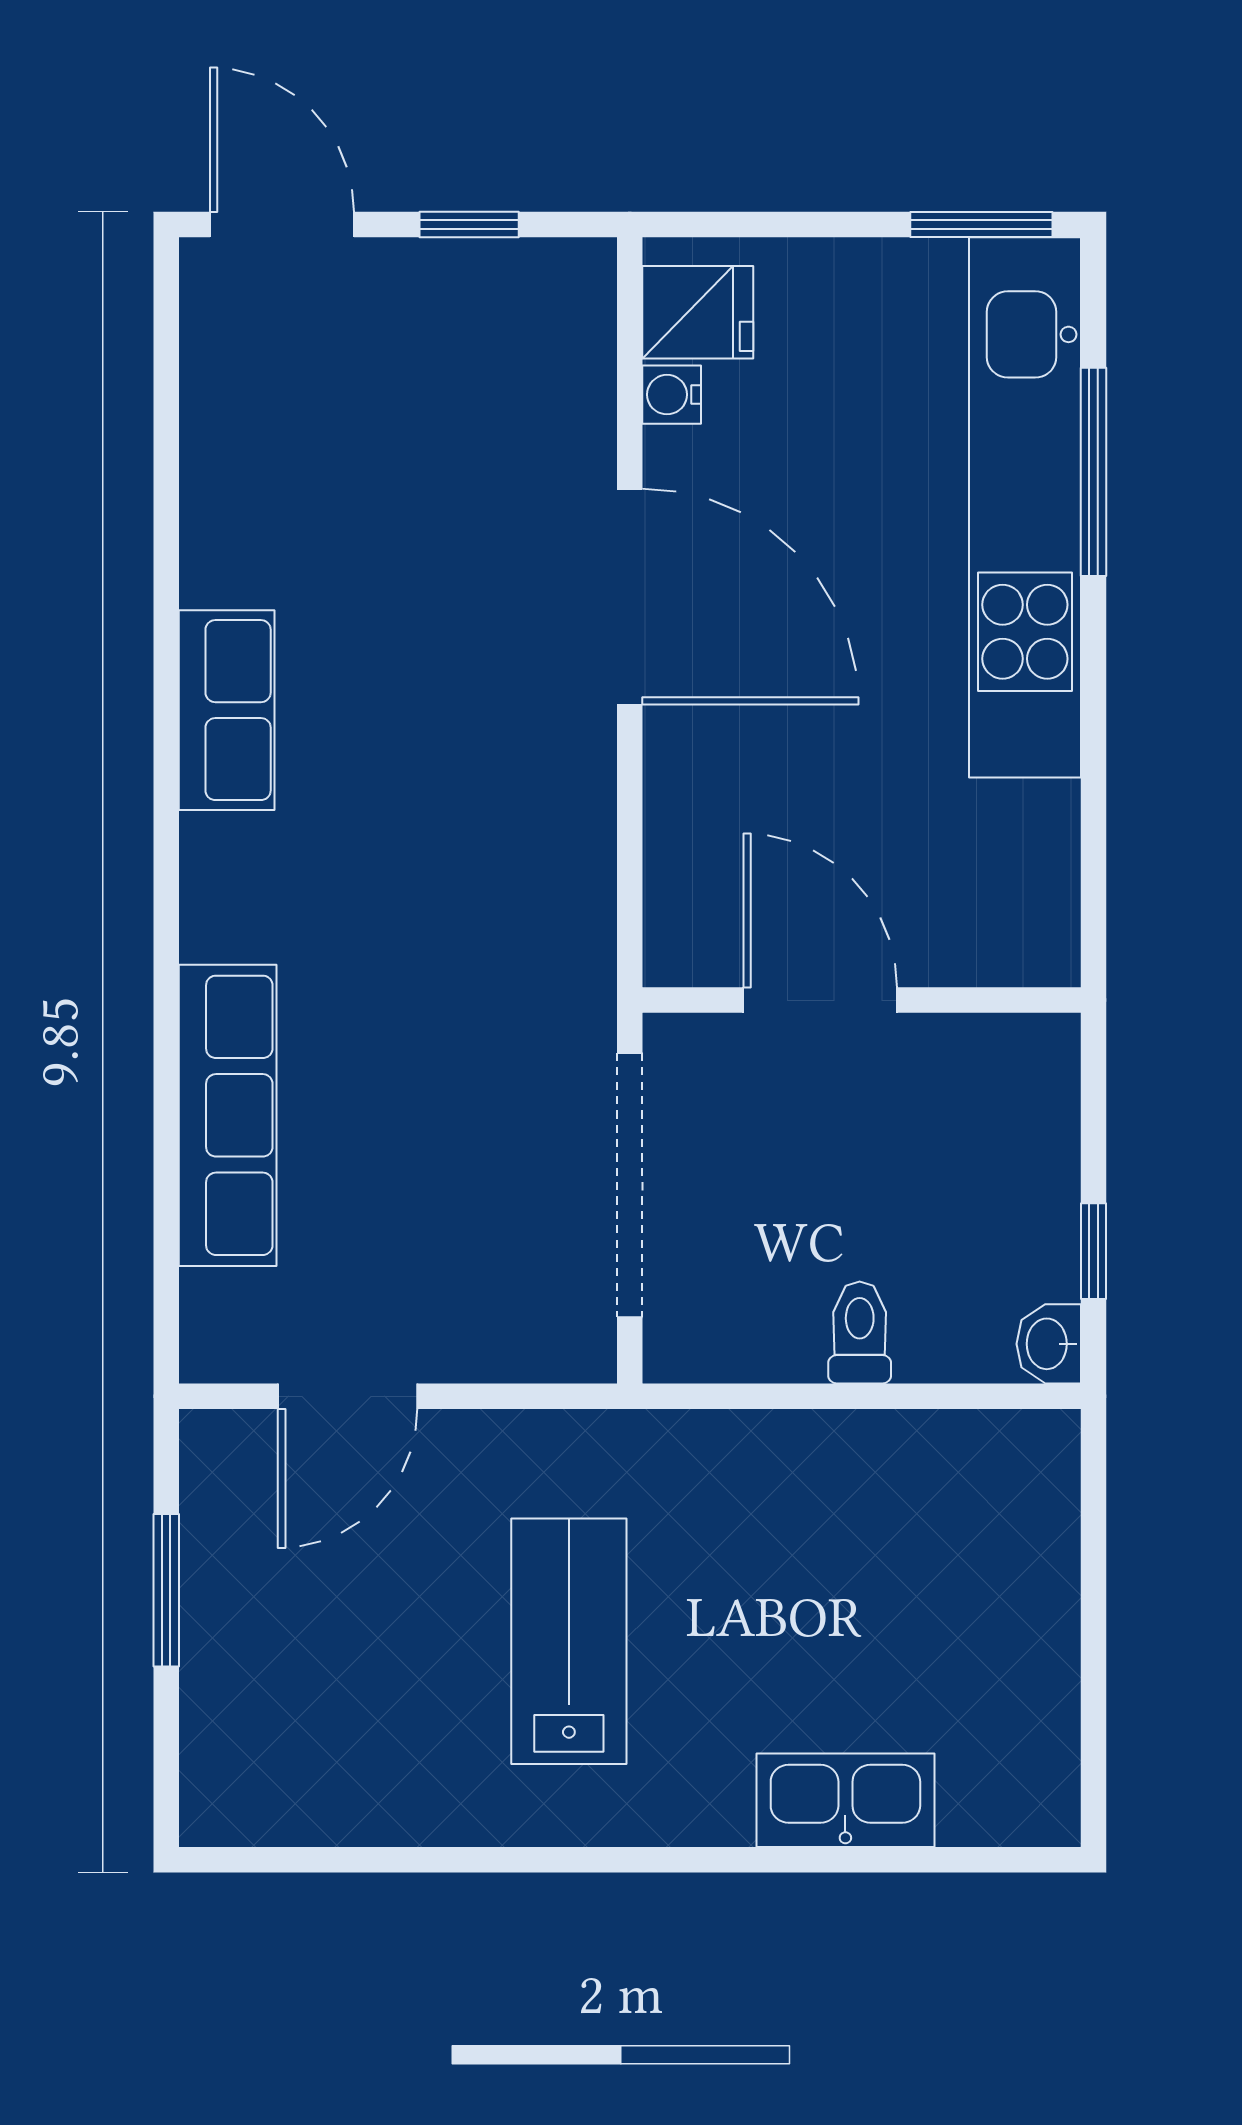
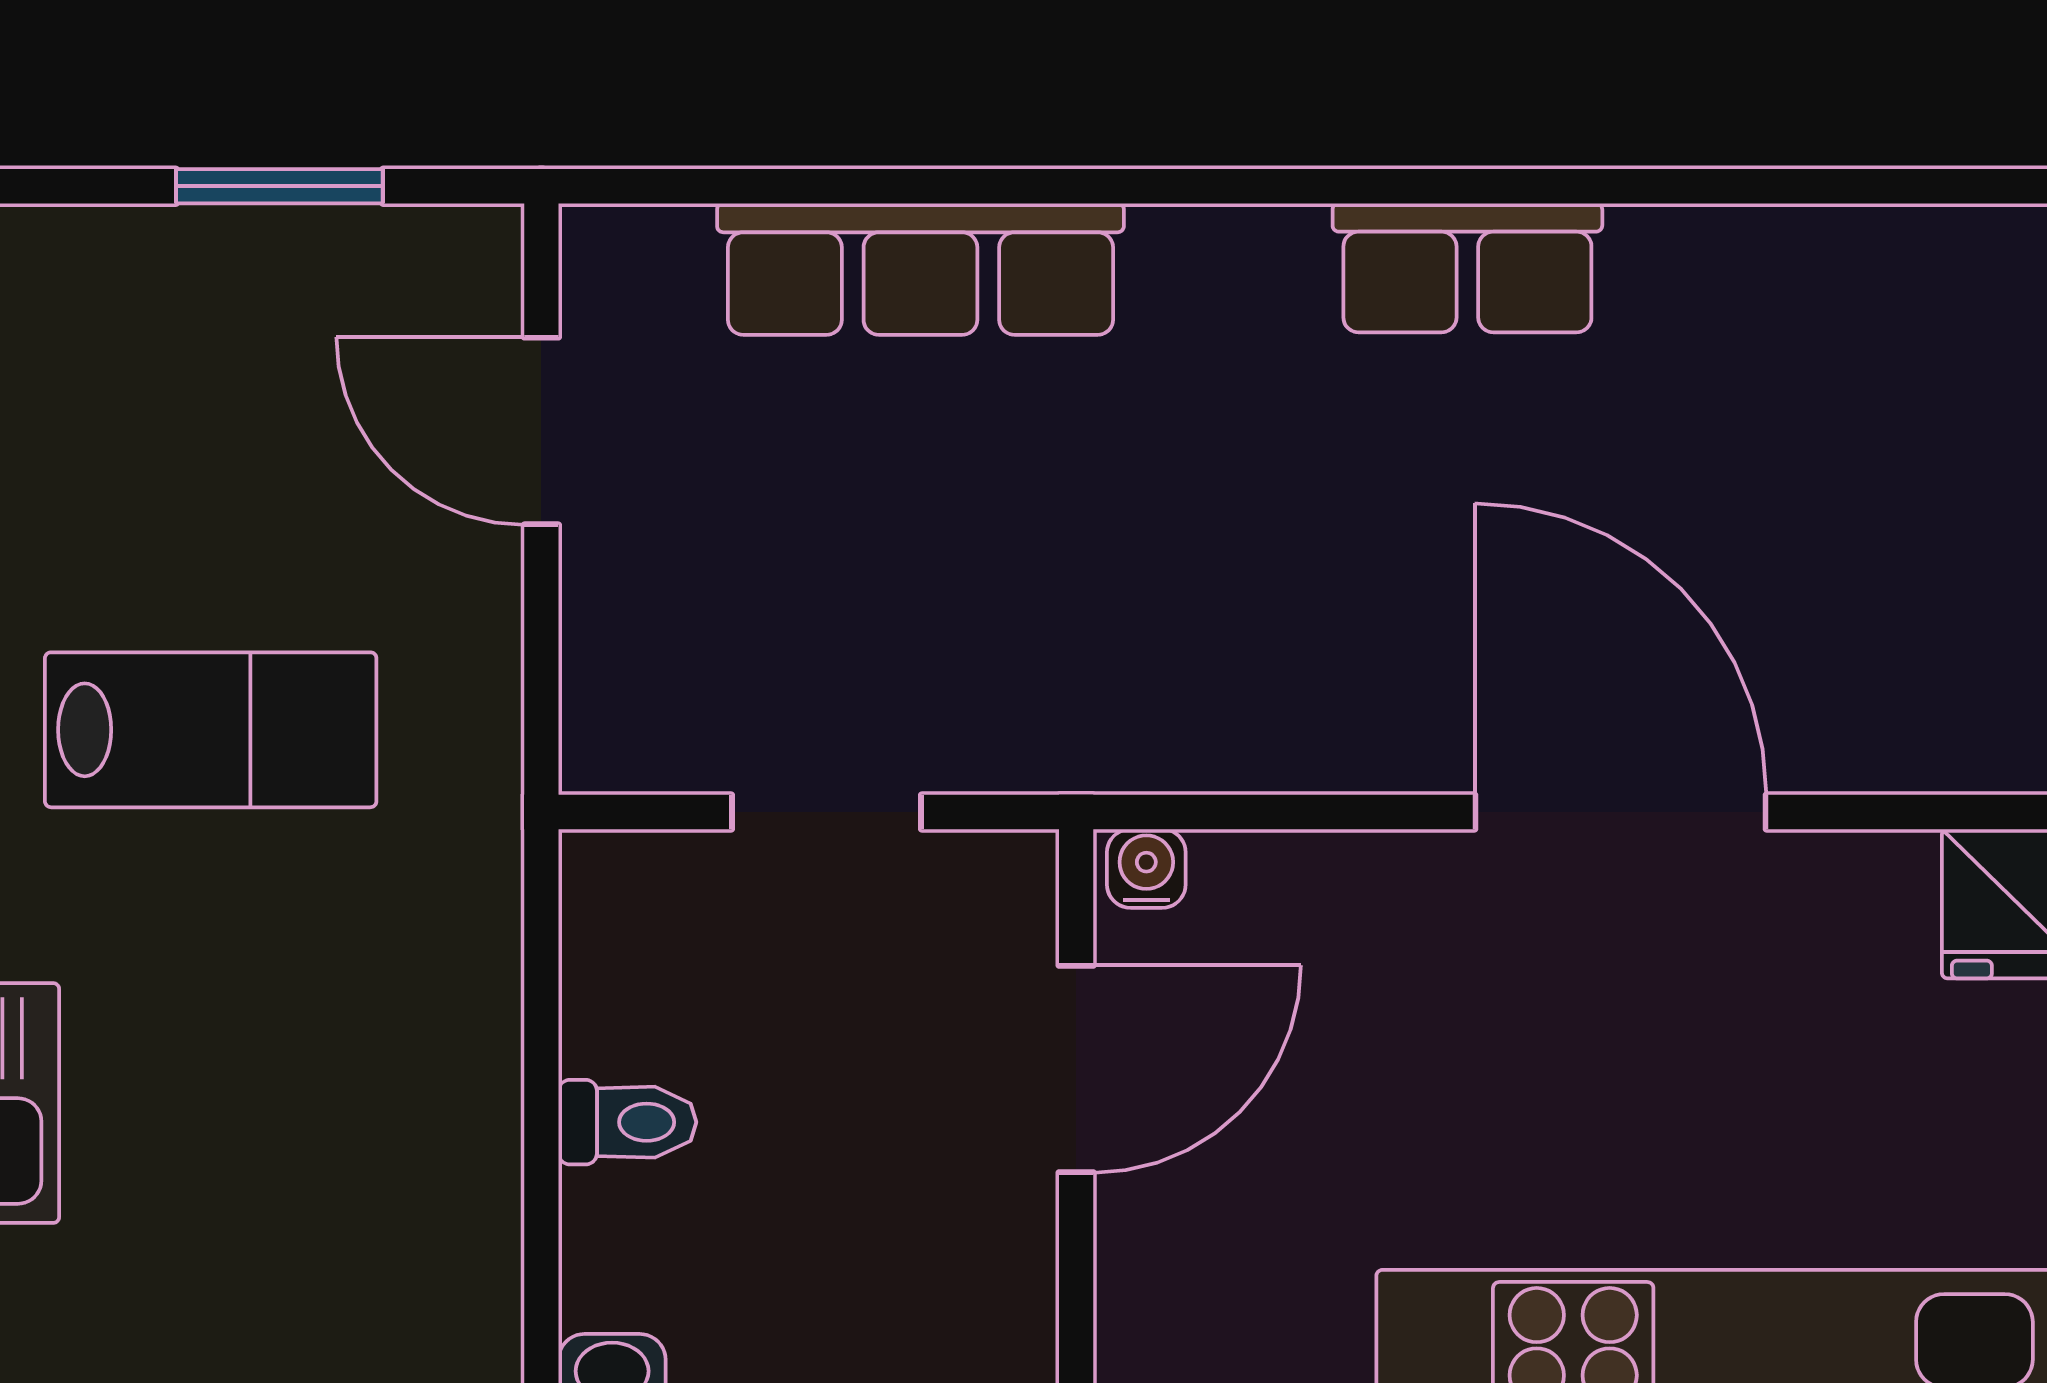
water cooler: (672, 395) -> (1146, 868), moved
door: (630, 597) -> (1621, 812), swing flipped
doorway: (630, 1185) -> (826, 812), width x0.53

